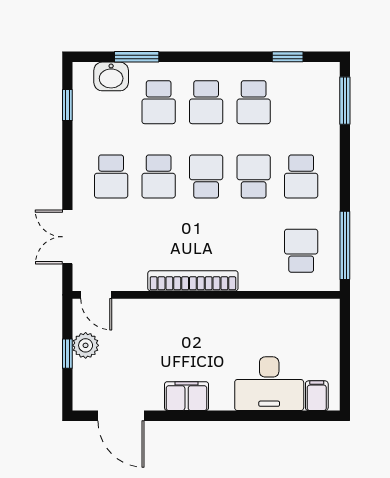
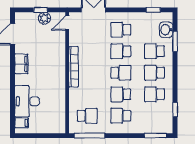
school desk: (254, 176) -> (121, 94), turned 180

